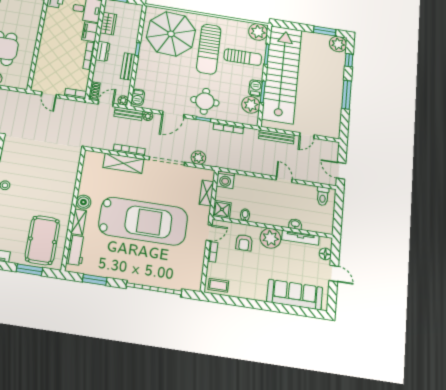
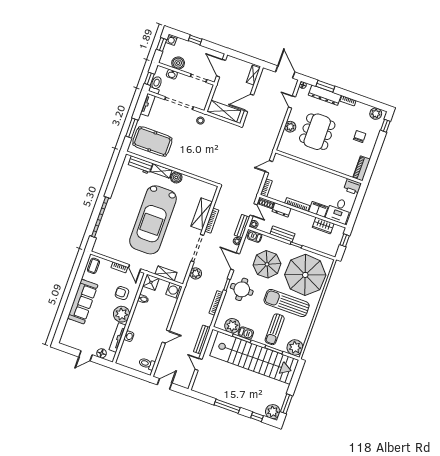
dresser: (103, 51) -> (282, 210), moved
parasol: (168, 78) -> (267, 264), added
window: (95, 280) -> (115, 175), removed
sofa: (295, 295) -> (83, 302), moved

